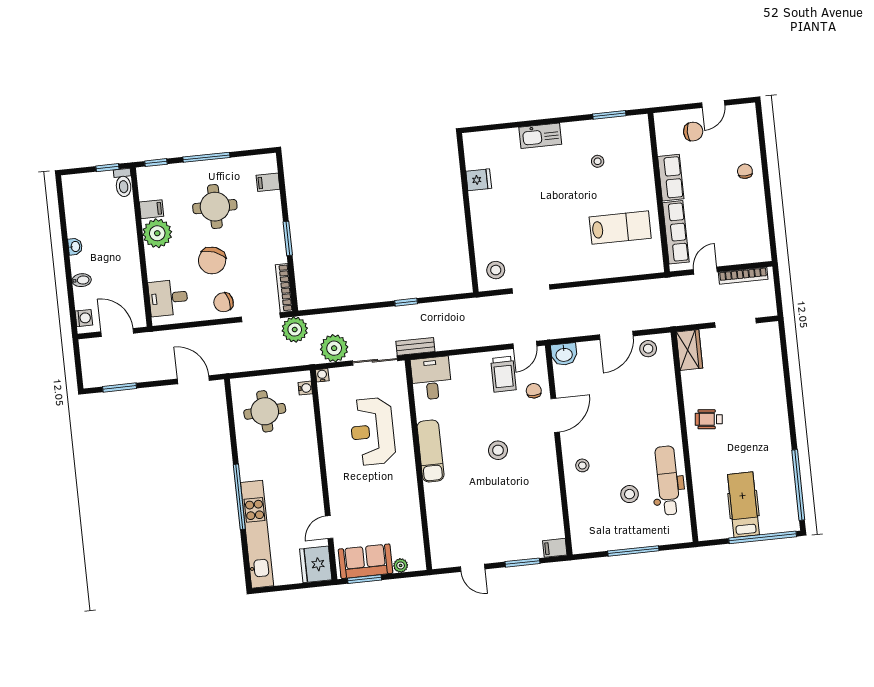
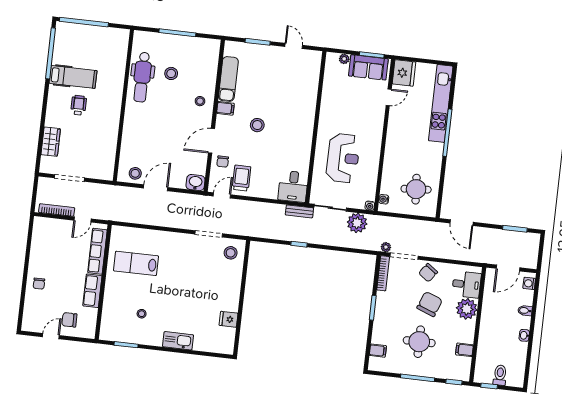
toilet: (123, 183) -> (500, 375), moved
plant: (157, 233) -> (467, 309), moved
chair: (224, 302) -> (428, 273), turned 138
plant: (295, 330) -> (386, 247), width x0.53, depth x0.53
door: (117, 332) -> (508, 268), hinge flipped
wardrobe: (689, 350) -> (51, 142), moved, turned 180
wheelchair: (709, 419) -> (79, 105), moved, turned -96
exam couch: (431, 451) -> (228, 79), moved, turned 180
hospital bed: (743, 505) -> (73, 77), moved, turned -90
filing cabinet: (555, 548) -> (225, 108), moved

